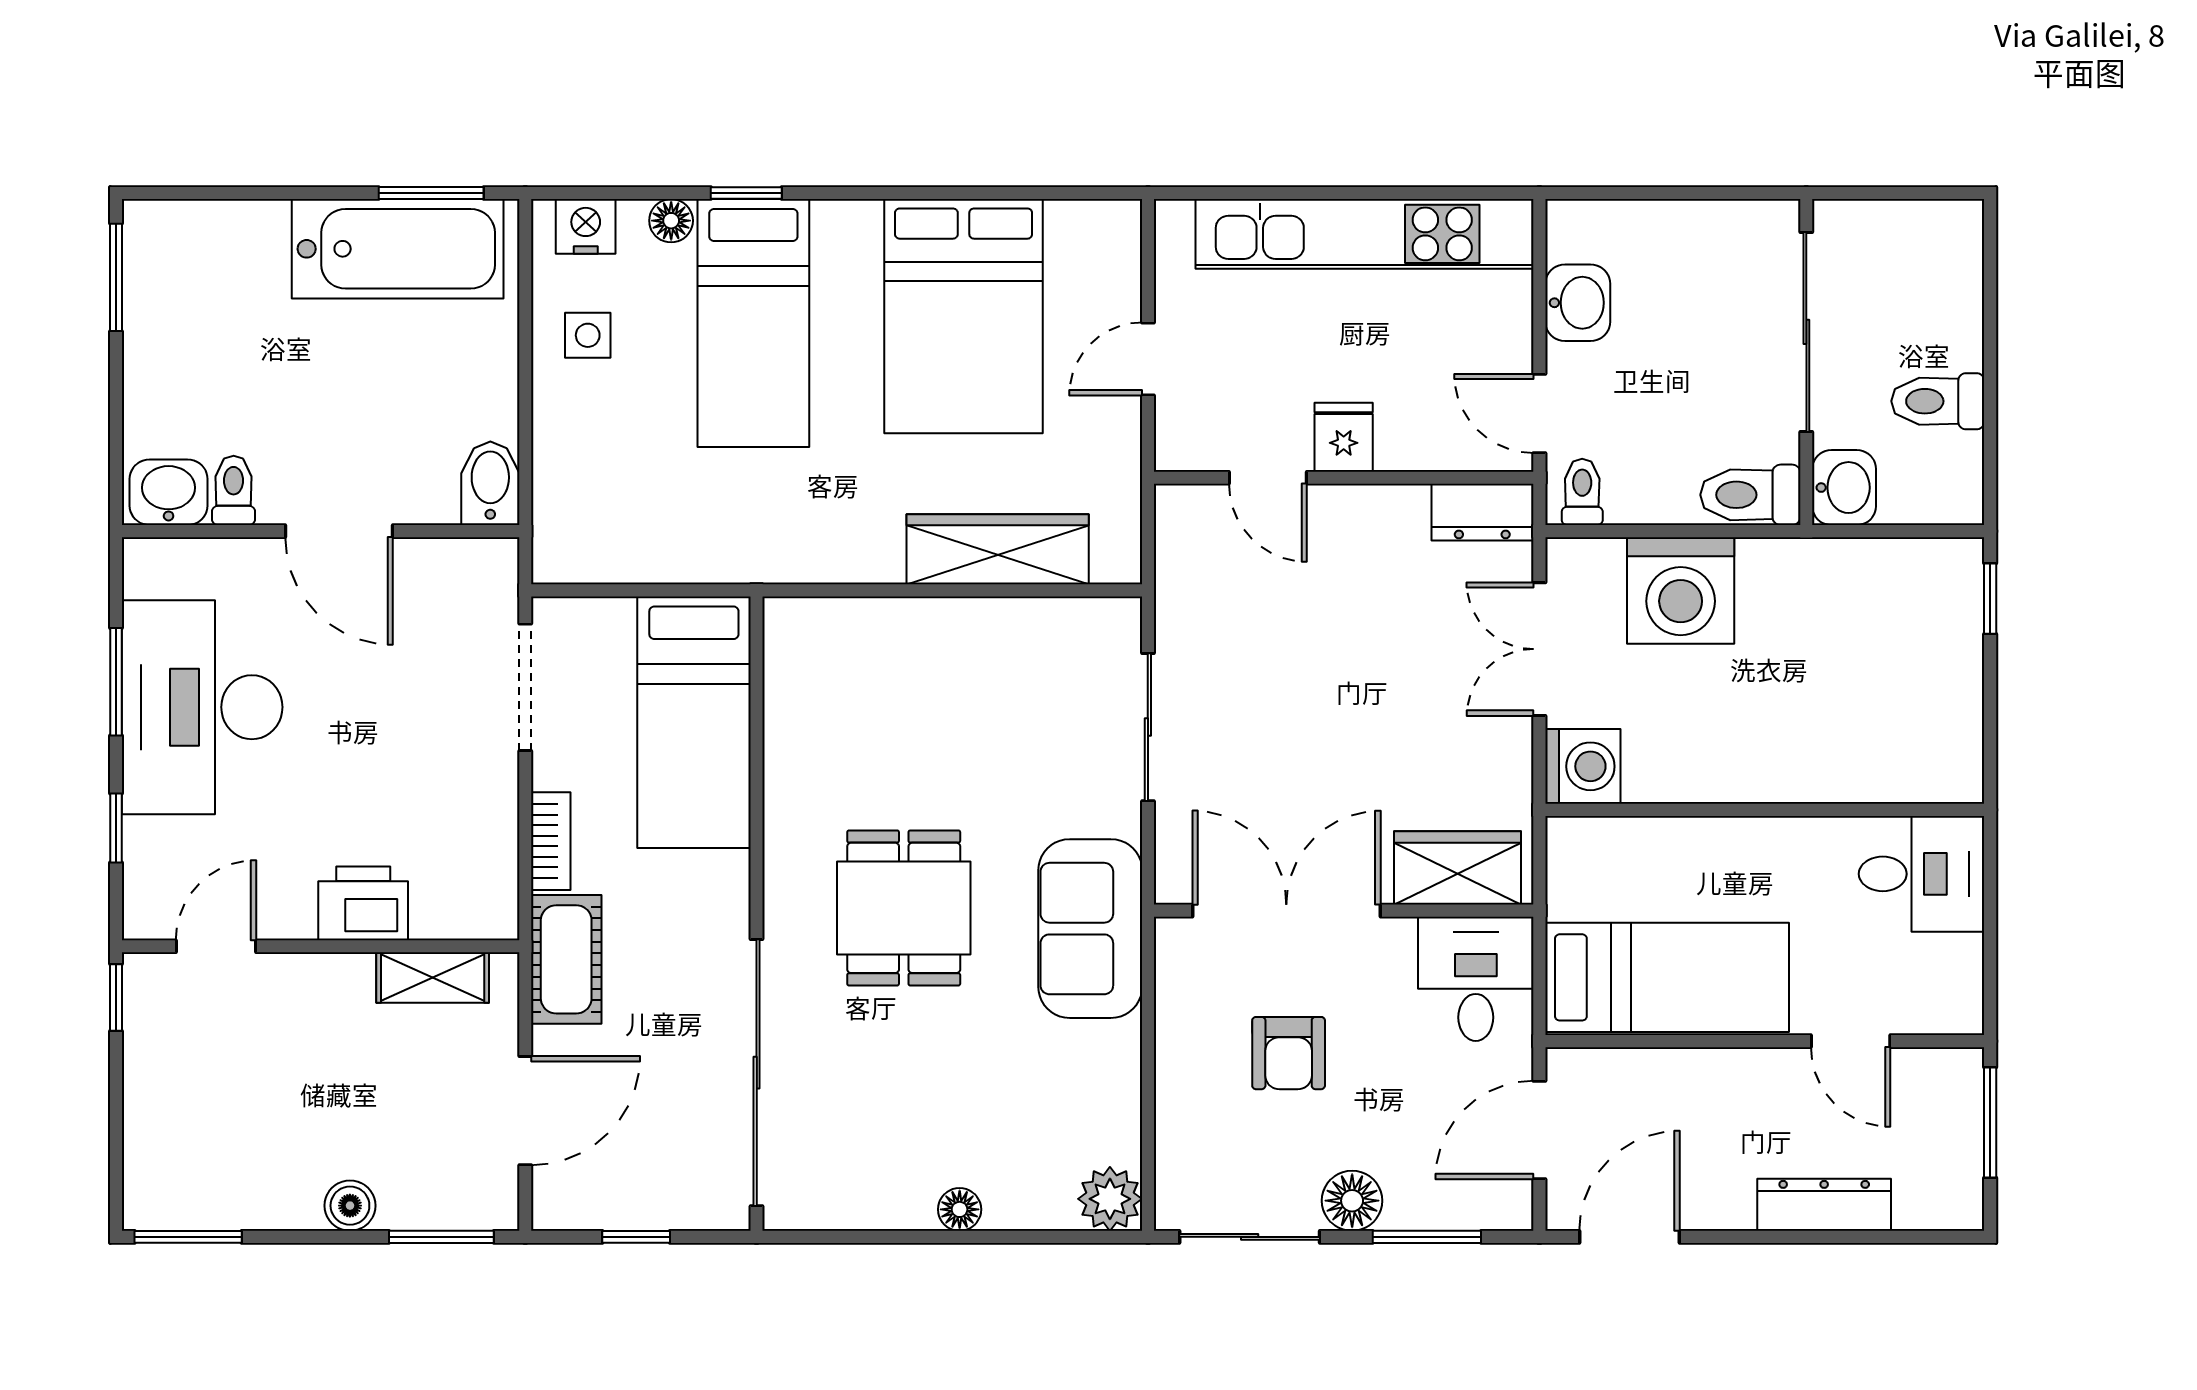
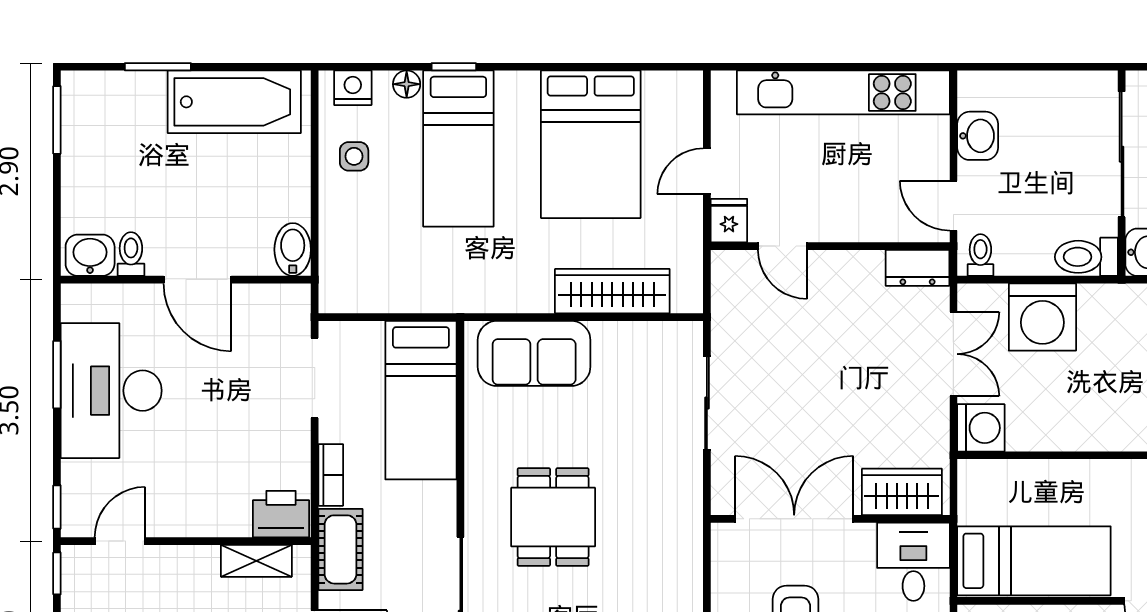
window: (431, 193) -> (158, 67), moved
fridge: (1344, 437) -> (729, 221), moved
double door: (1539, 649) -> (953, 354), swing flipped
window: (116, 828) -> (57, 507), moved
printer: (363, 903) -> (281, 514), moved
sofa: (1090, 929) -> (534, 353), moved, turned -90

